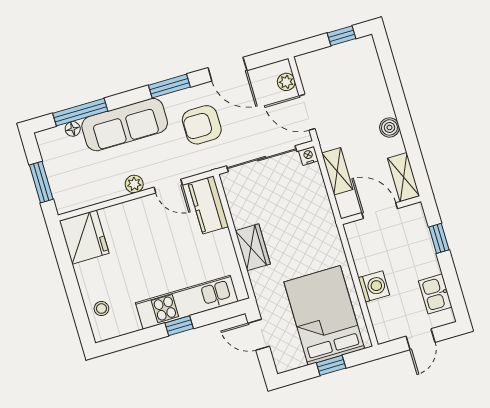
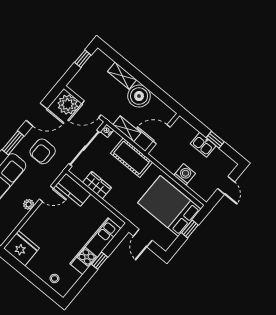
plant: (286, 82) -> (68, 105), width x1.87, depth x1.87
boiler: (389, 127) -> (139, 96), width x1.86, depth x1.86
shelving: (404, 177) -> (122, 76), moved
cot: (317, 215) -> (131, 158), added
window: (439, 238) -> (215, 140), moved
wardrobe: (253, 247) -> (97, 185), moved
kitchen sink: (435, 294) -> (203, 145), moved
door: (259, 335) -> (143, 238), hinge flipped

